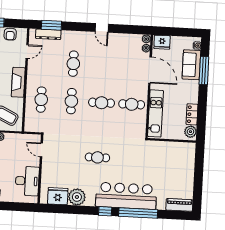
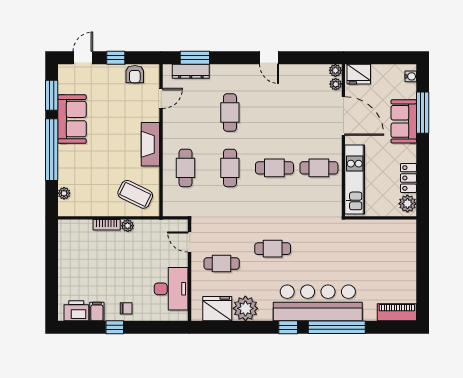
sofa: (191, 65) -> (404, 121), moved
cafe table: (62, 166) -> (222, 264), added

